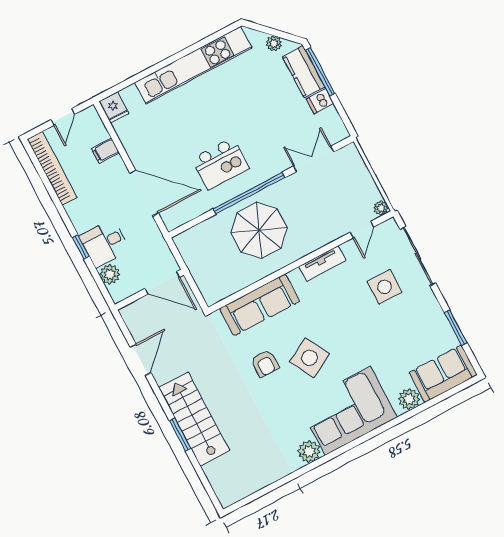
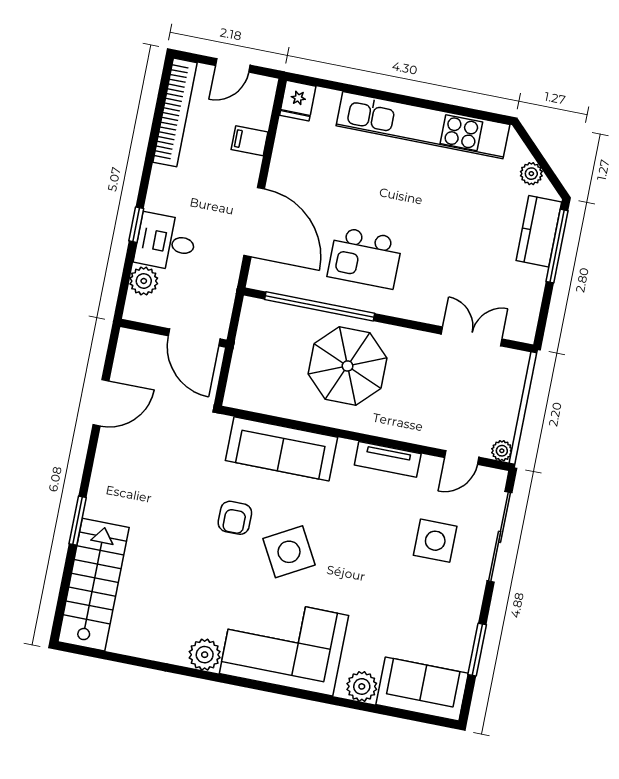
dishwasher: (320, 101) -> (530, 278), removed
window: (249, 193) -> (320, 306), moved
stairs: (194, 419) -> (93, 585), moved

